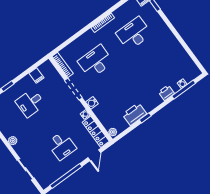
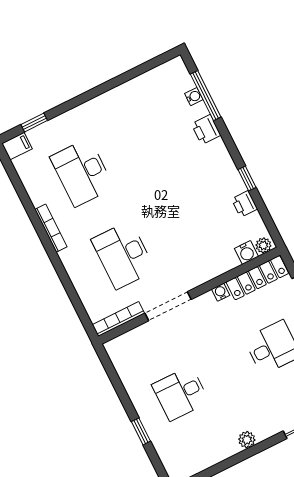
filing cabinet: (36, 75) -> (130, 373), removed
desk: (30, 103) -> (181, 393), turned 90
water cooler: (92, 103) -> (246, 253), moved
printer: (134, 114) -> (244, 204), width x0.53, depth x0.68

